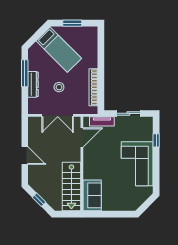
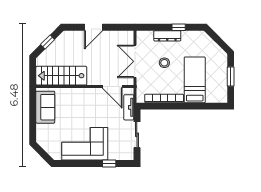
bed: (59, 50) -> (195, 80), moved, turned 135
window: (25, 73) -> (179, 27), width x0.46
sofa: (92, 195) -> (45, 107), moved, turned -90

